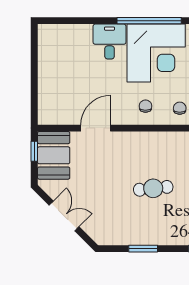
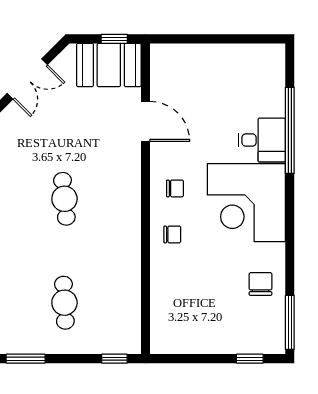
window: (149, 21) -> (290, 130), moved

